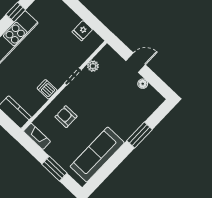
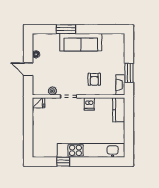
fridge: (82, 31) -> (39, 103), moved
sofa: (97, 155) -> (81, 42), moved
window: (54, 169) -> (129, 73), moved

